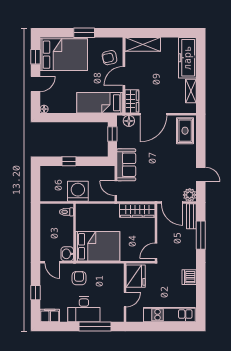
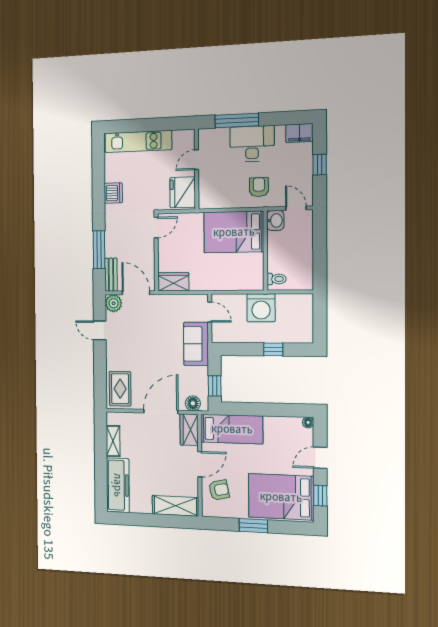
wardrobe: (137, 211) -> (173, 282), width x0.67
armchair: (79, 278) -> (259, 187), turned 180

